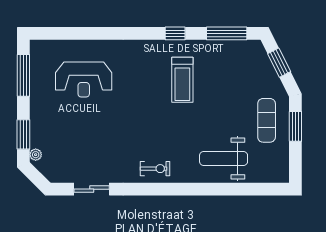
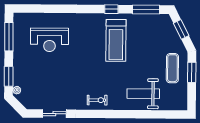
treadmill: (182, 80) -> (116, 40), width x1.37, depth x1.38

